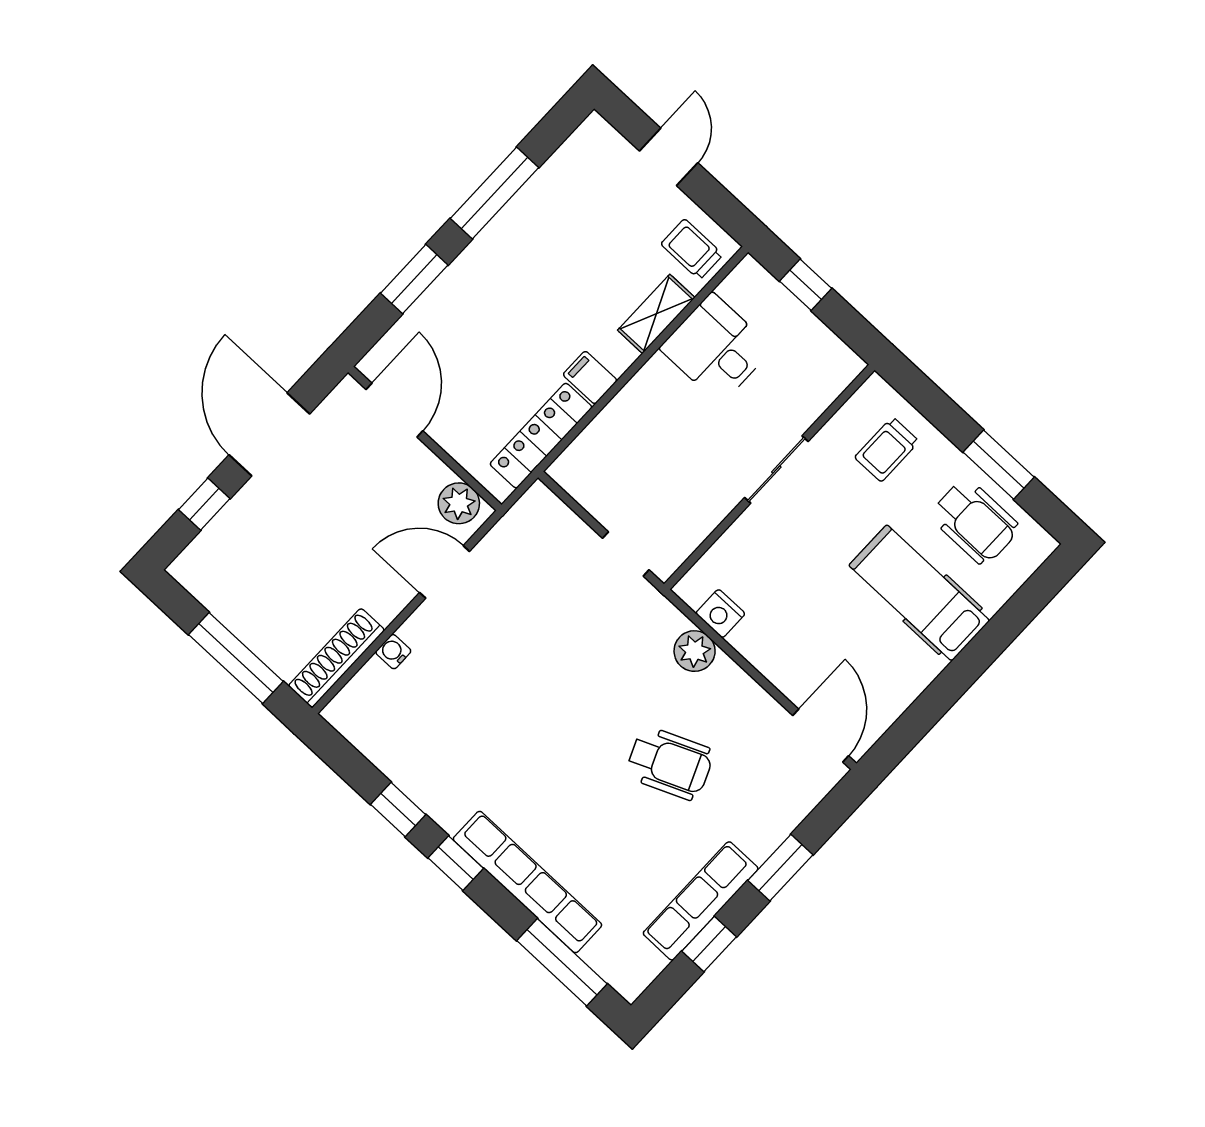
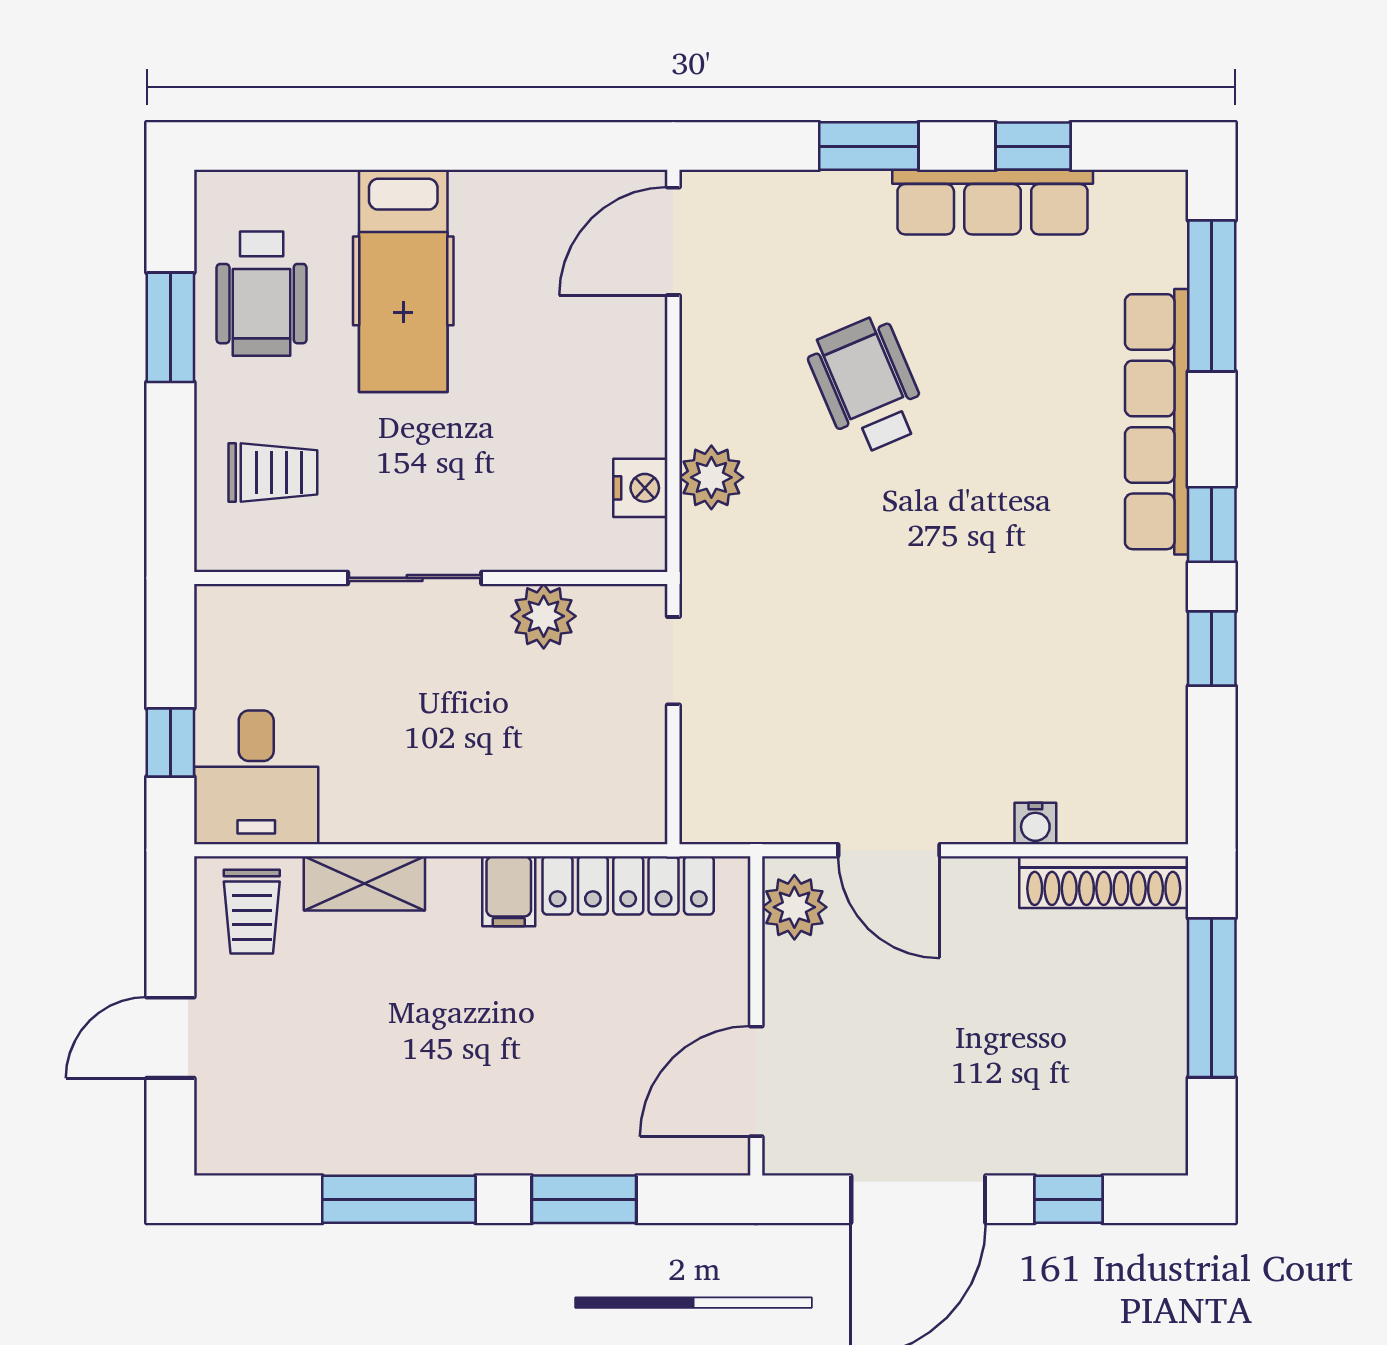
desk: (716, 348) -> (256, 777), moved
plant: (703, 513) -> (544, 616), added
wheelchair: (975, 522) -> (262, 294), turned 180

